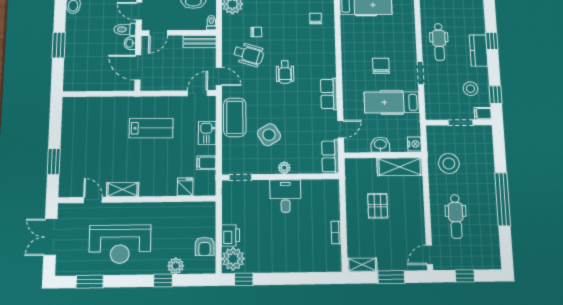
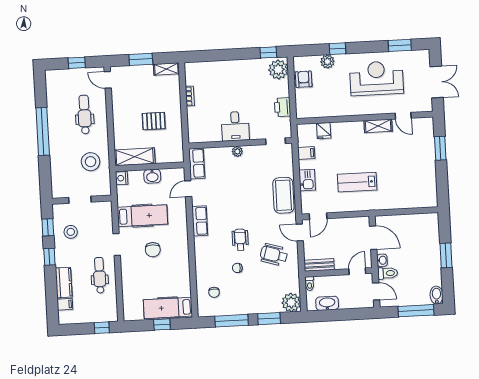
chair: (256, 32) -> (237, 268), moved
window: (492, 41) -> (49, 257), moved
kitchen counter: (479, 51) -> (64, 283), moved
filing cabinet: (483, 113) -> (65, 304), moved
side table: (269, 135) -> (252, 181), removed
pallet: (378, 206) -> (154, 121), turned 90
printer: (231, 235) -> (283, 107), moved
door: (429, 255) -> (108, 80), swing flipped

